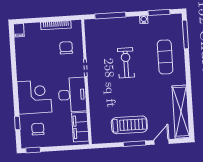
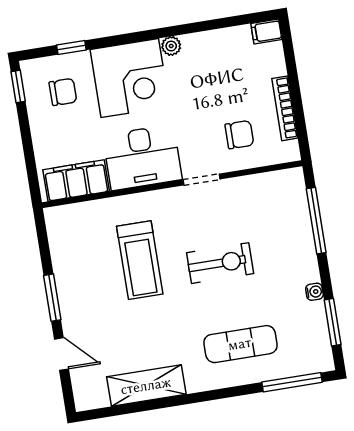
plant: (21, 76) -> (171, 46), added
shelving: (181, 112) -> (146, 386), width x0.68
treadmill: (129, 125) -> (140, 260), moved

